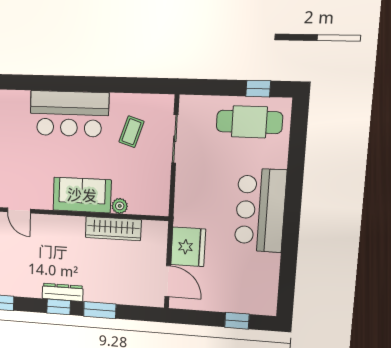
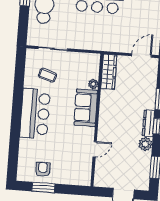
wardrobe: (113, 229) -> (109, 72), moved
fridge: (188, 247) -> (120, 42), removed
plant: (31, 287) -> (145, 144), added

